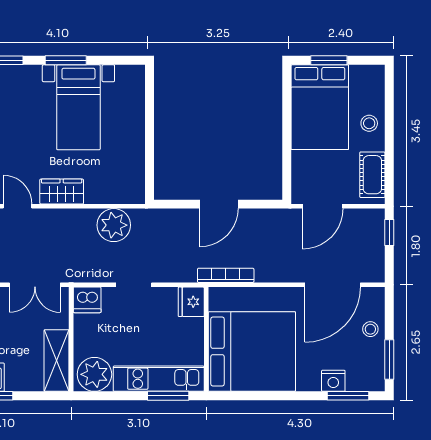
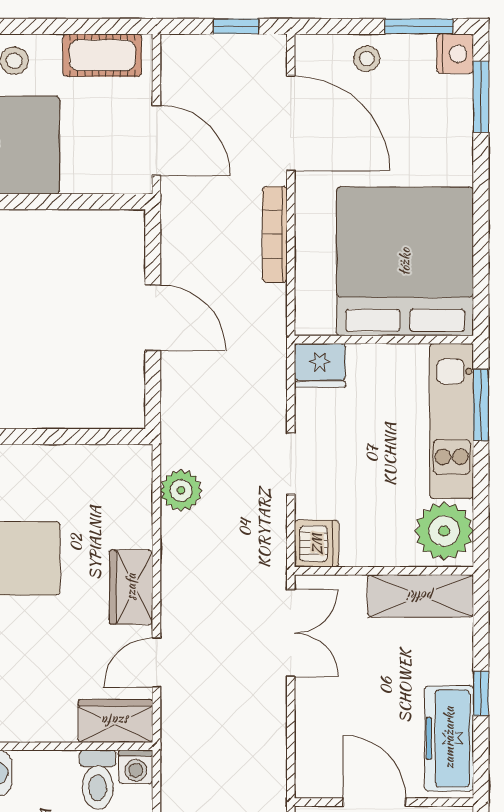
plant: (114, 225) -> (181, 490), width x0.73, depth x0.73
window: (389, 232) -> (236, 26), moved
bookcase: (226, 275) -> (275, 234), moved
nightstand: (333, 381) -> (455, 54), moved

